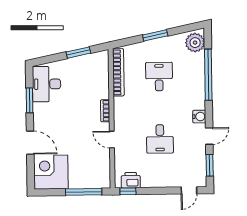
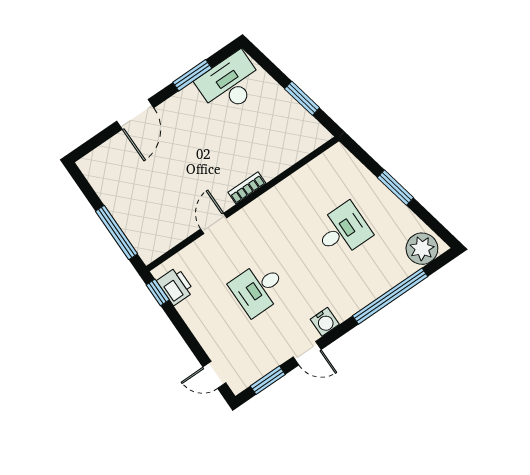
bookcase: (118, 72) -> (311, 171), removed
corner desk: (51, 172) -> (114, 170), removed

